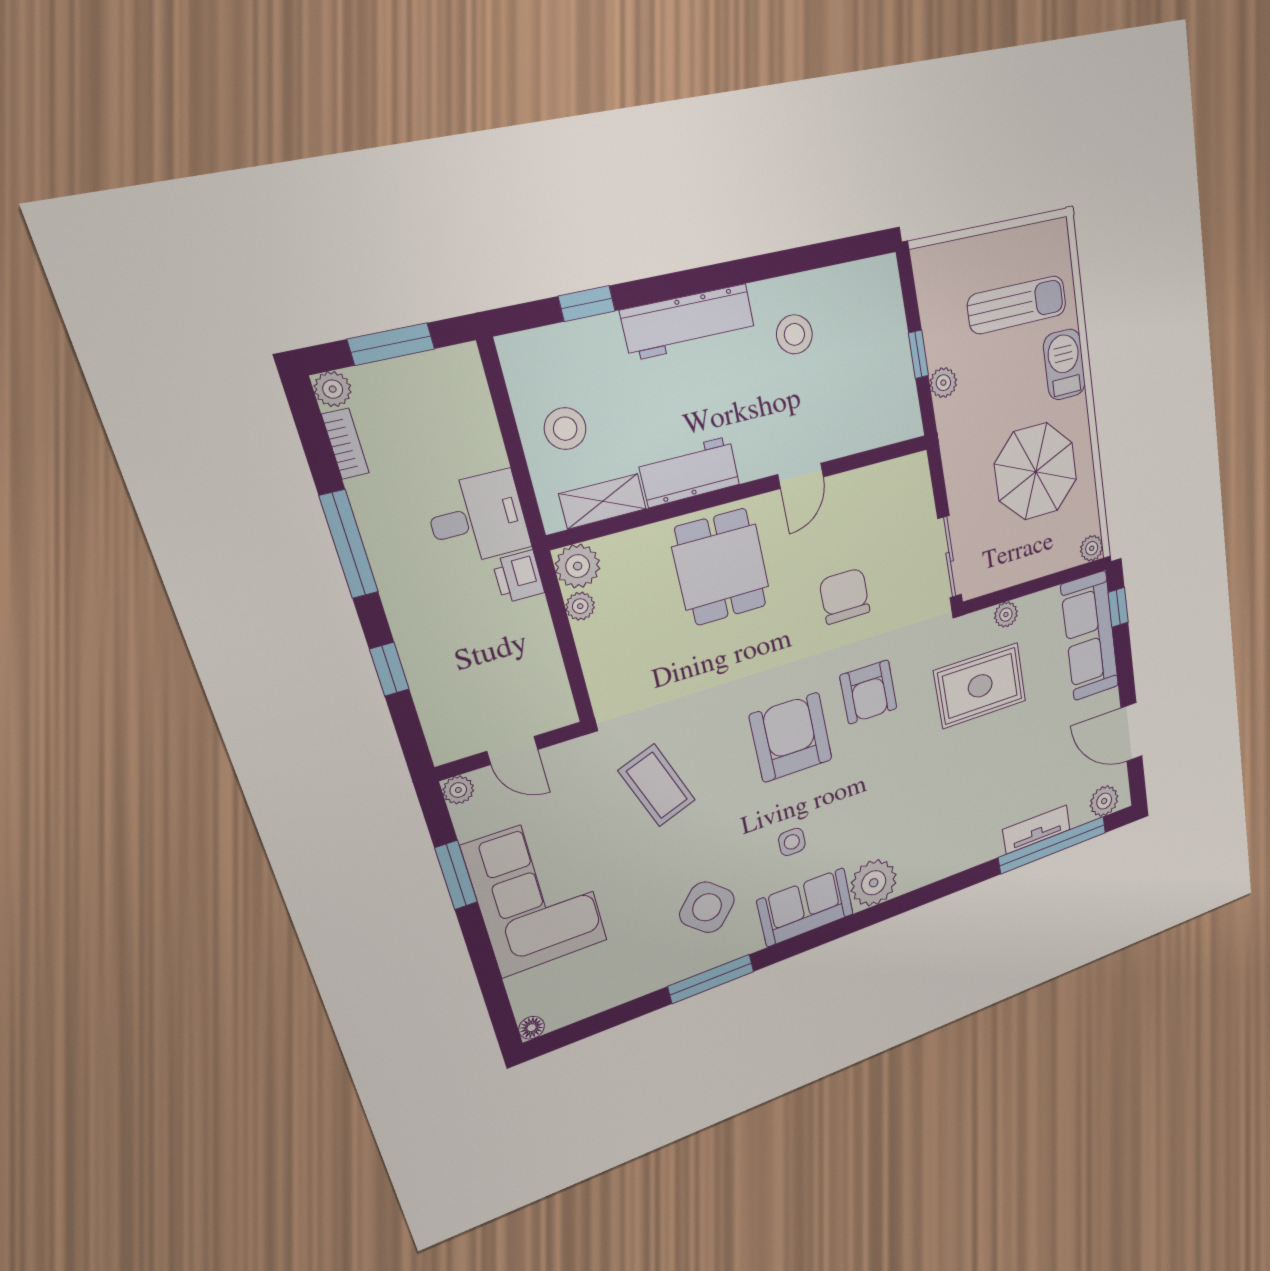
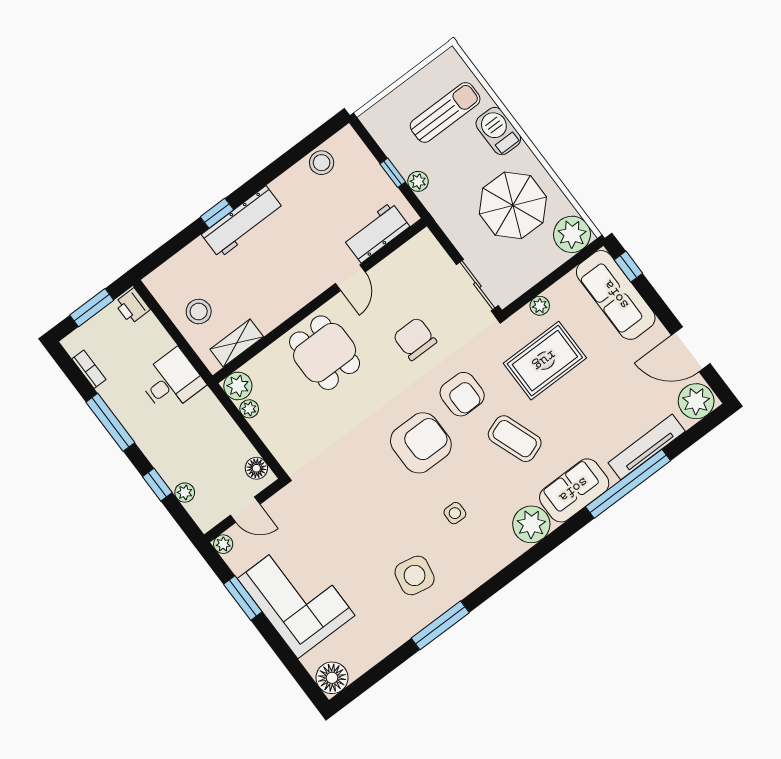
window: (587, 304) -> (217, 213), moved
stool: (794, 334) -> (322, 163), moved
plant: (333, 389) -> (185, 493), moved
workbench: (689, 472) -> (376, 232), moved
plant: (1092, 548) -> (572, 234), width x1.88, depth x1.88
printer: (518, 577) -> (132, 306), moved
floor lamp: (554, 696) -> (256, 468), added
armchair: (791, 737) -> (421, 443), turned 90
coffee table: (657, 785) -> (515, 439), moved
plant: (1104, 801) -> (696, 401), width x1.36, depth x1.36
tv unit: (1036, 830) -> (647, 447), width x1.41
window: (1053, 845) -> (628, 484), moved
side table: (707, 907) -> (415, 575), turned -31
sofa: (805, 907) -> (574, 490), moved
floor lamp: (532, 1028) -> (332, 678), width x1.89, depth x1.89

